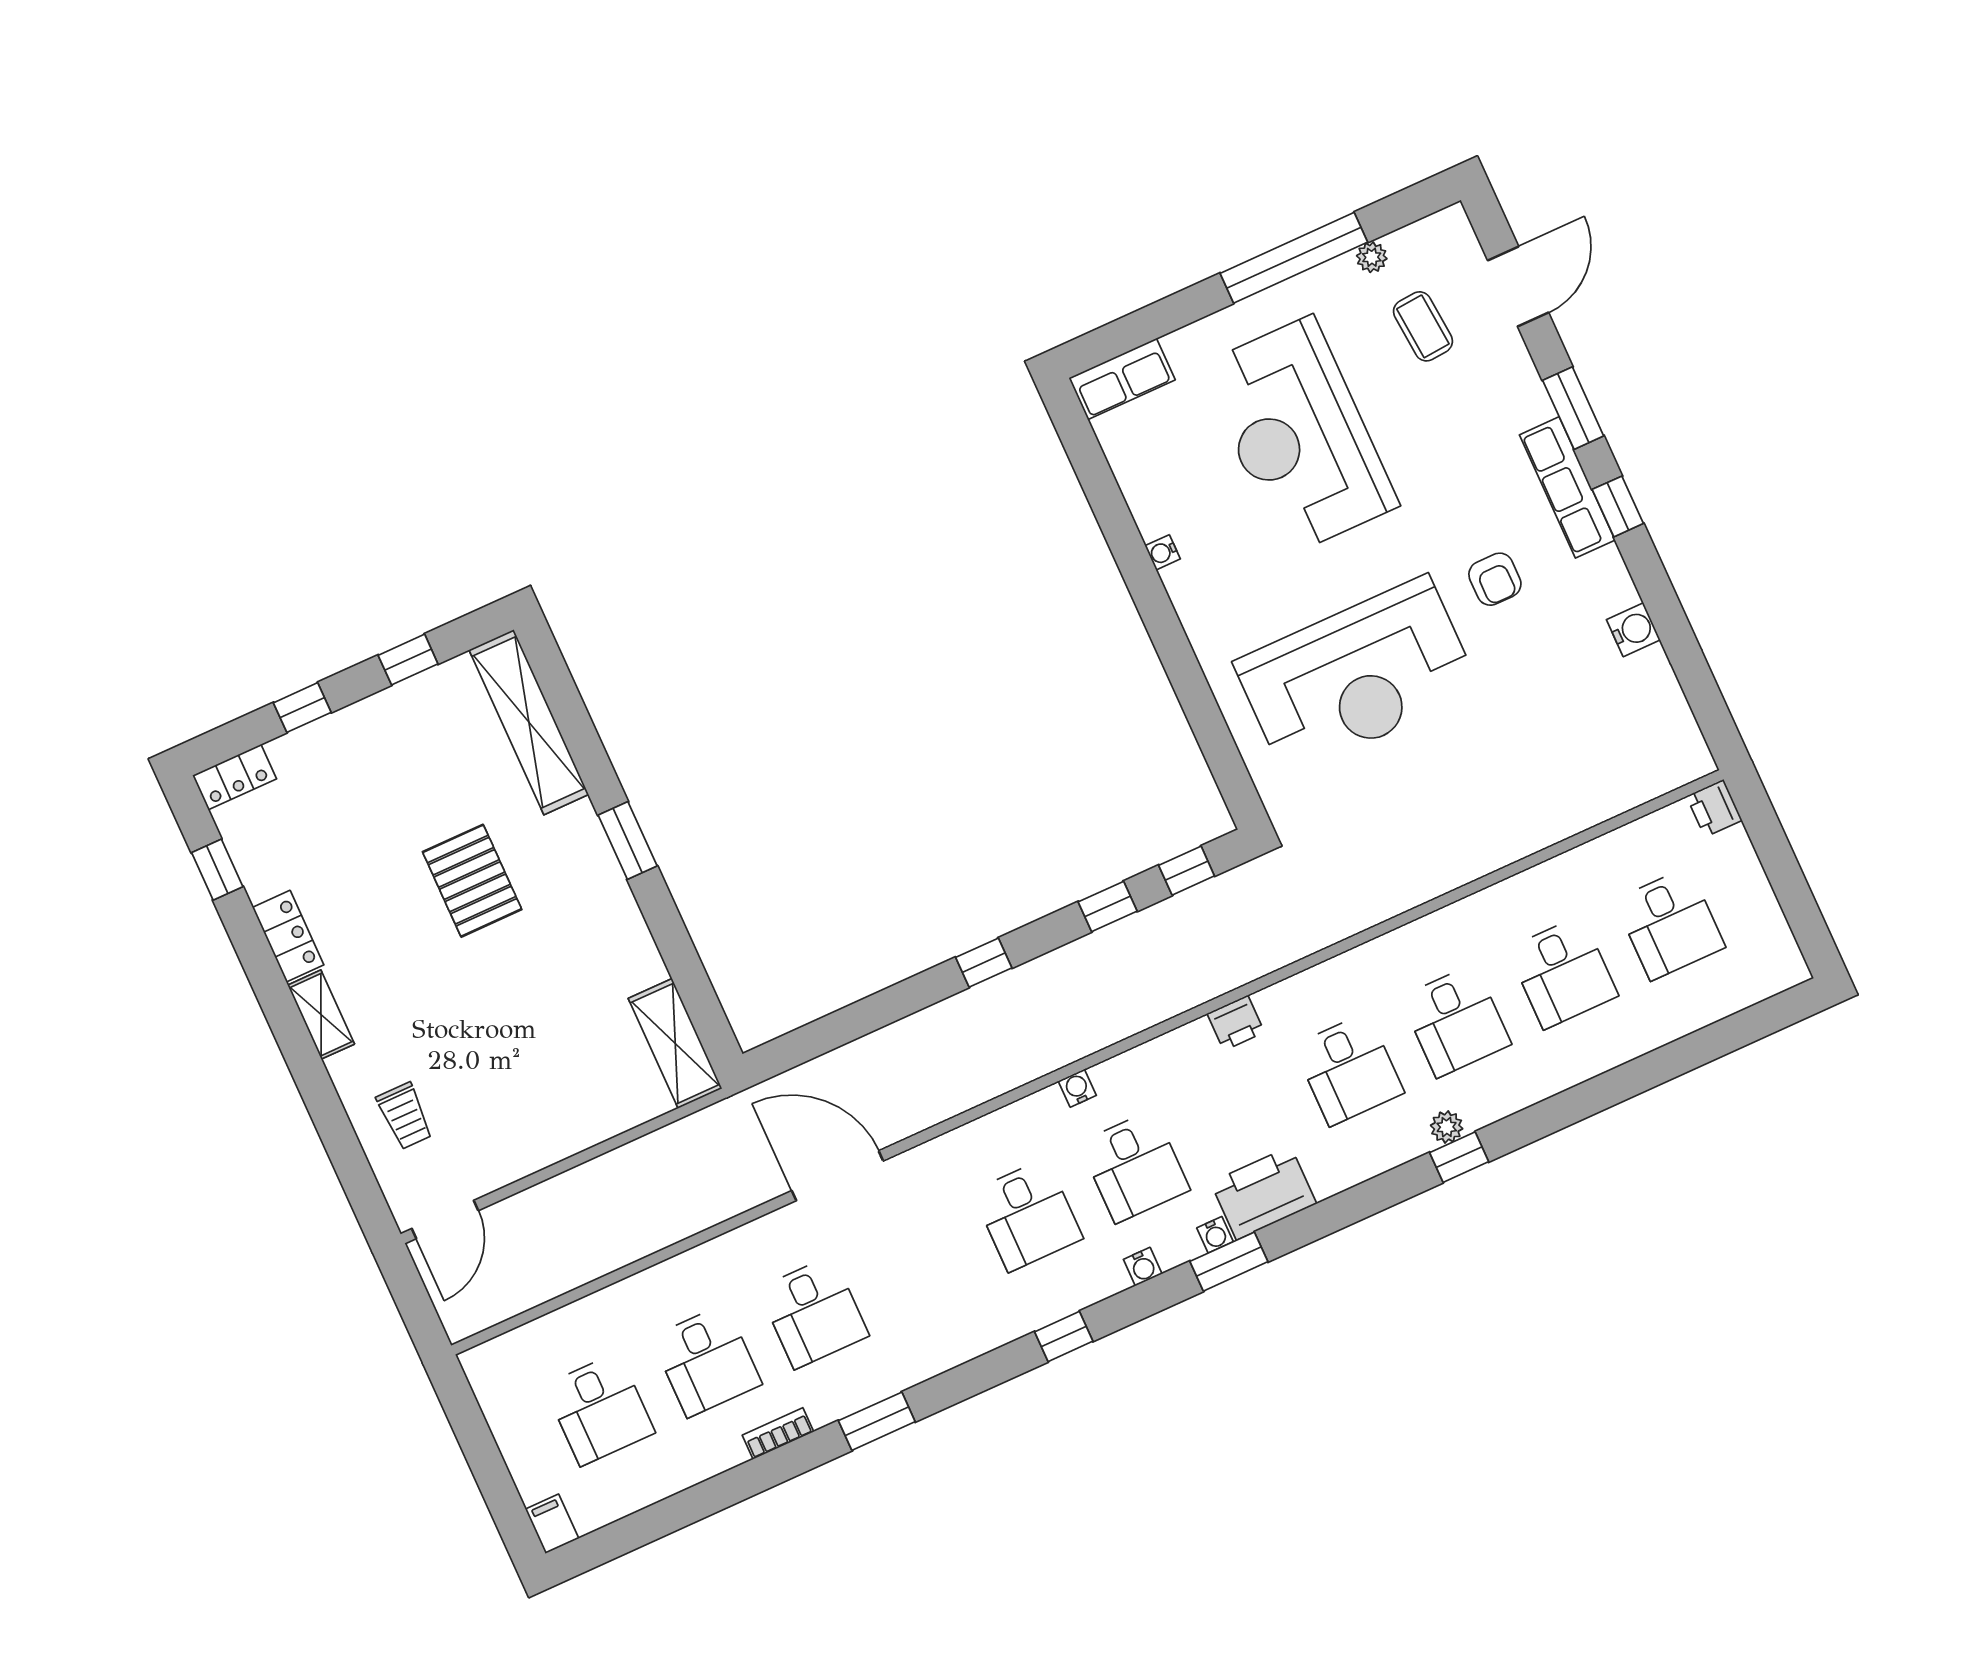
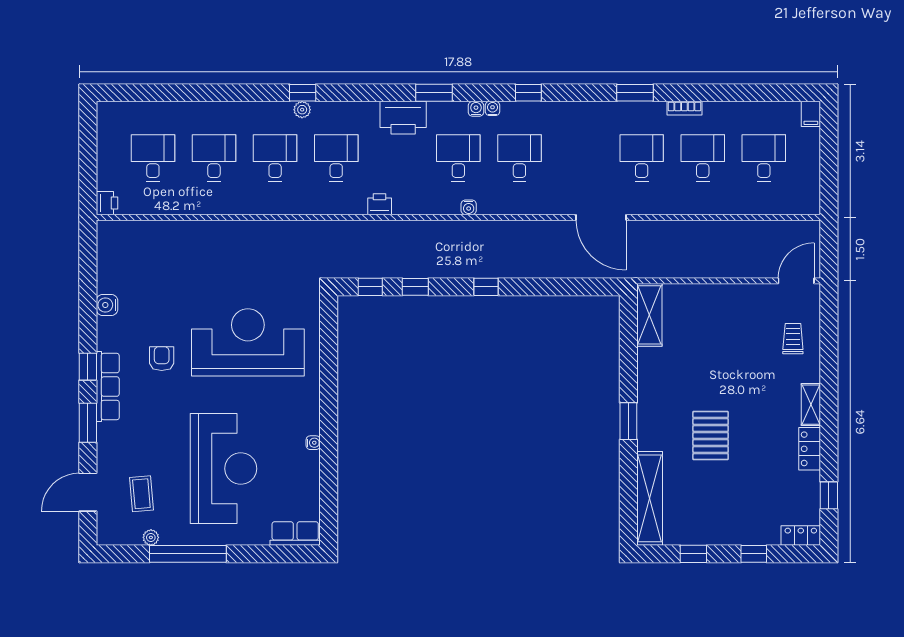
water cooler: (1215, 1235) -> (493, 108), moved

